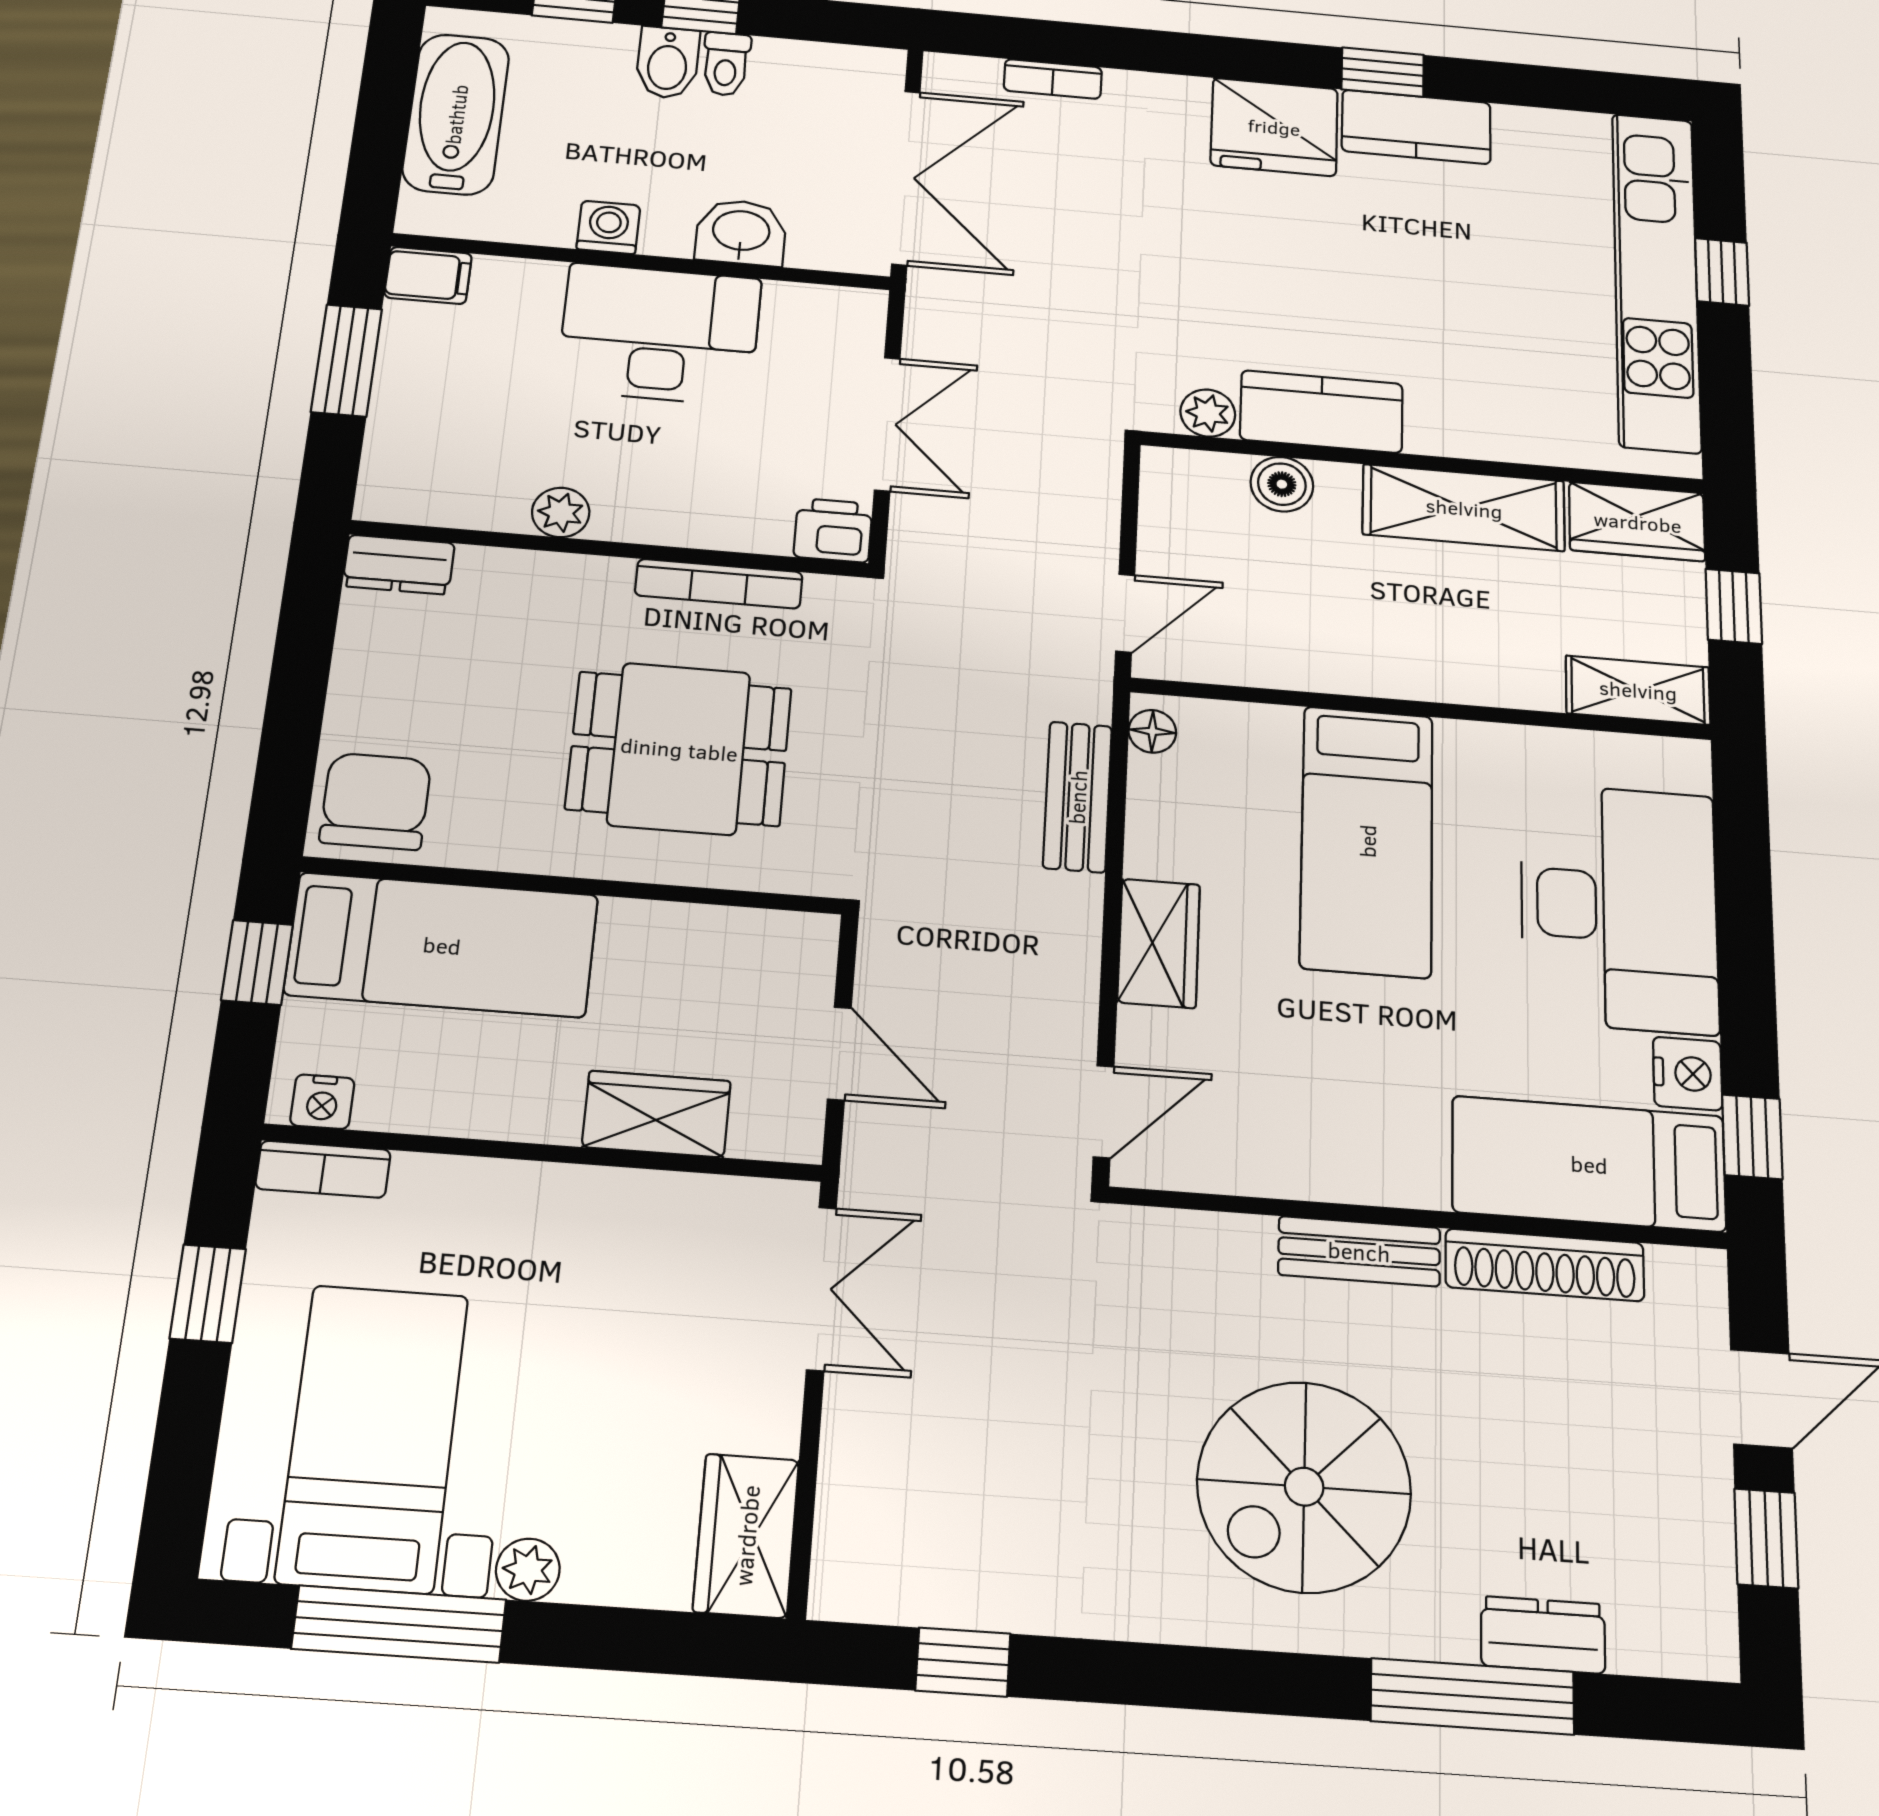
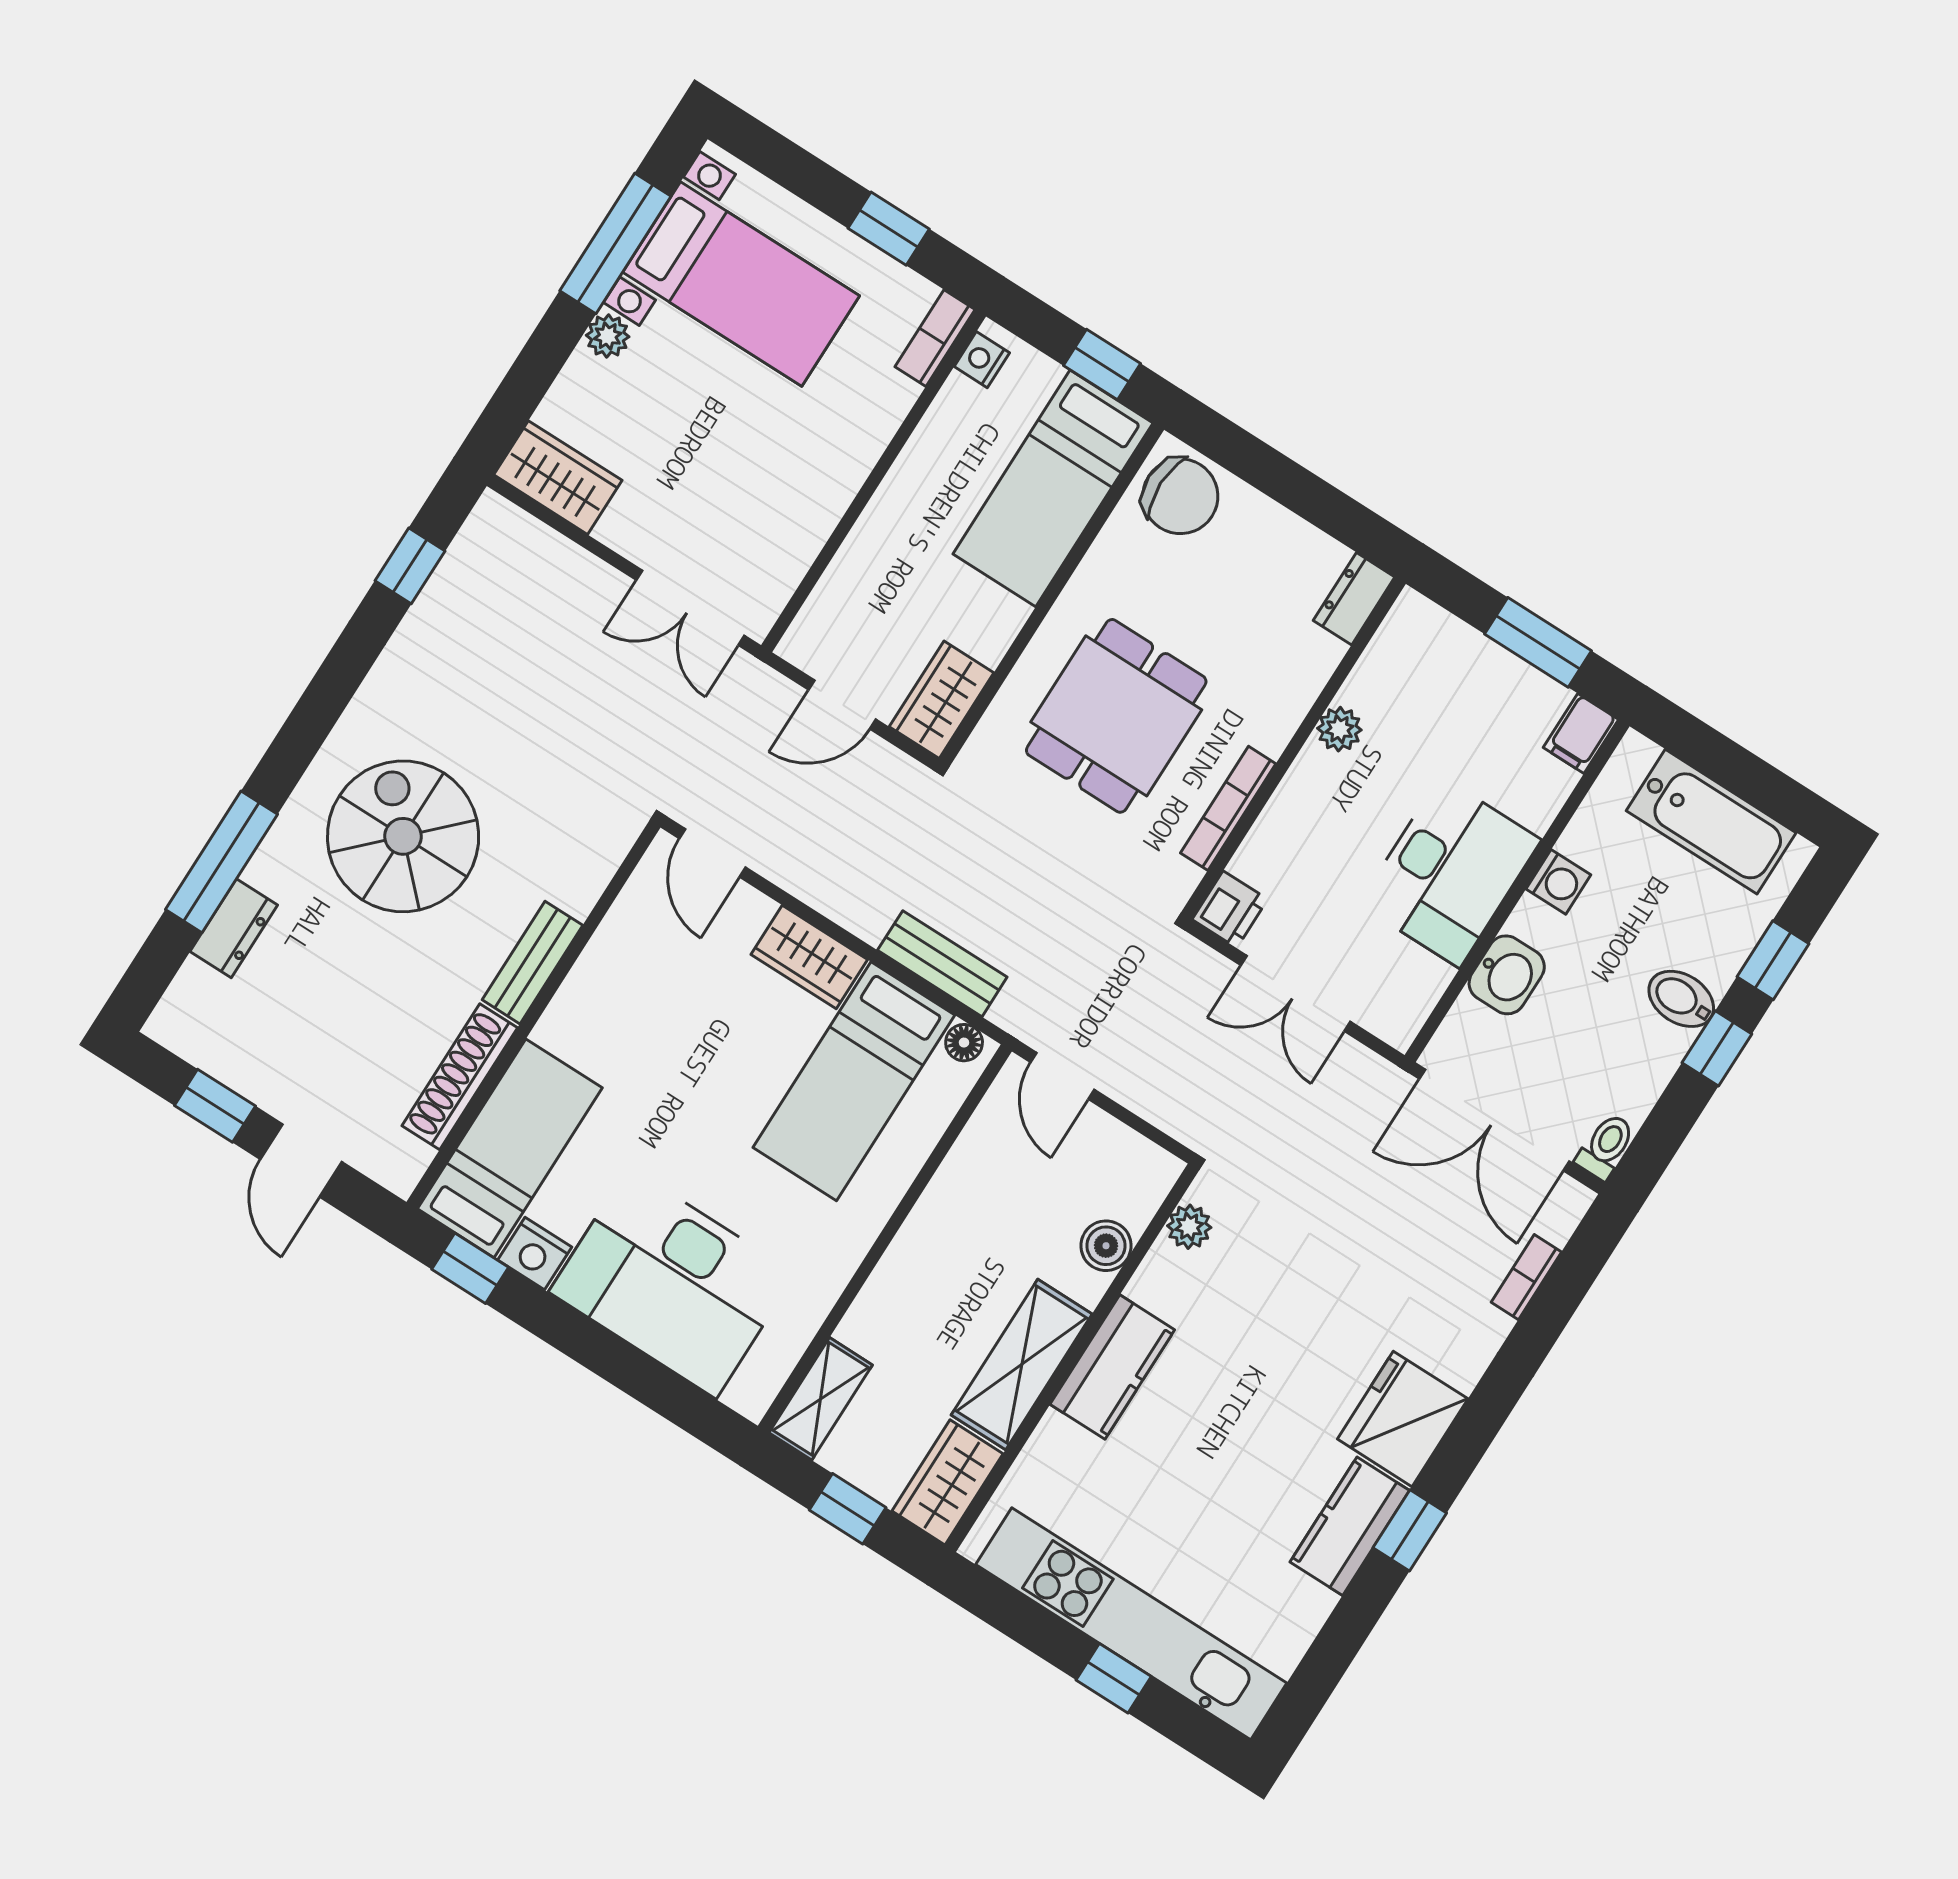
toilet: (726, 64) -> (1606, 1146), moved, turned 90
kitchen counter: (1322, 412) -> (1112, 1367), moved
bed: (1367, 841) -> (854, 1081), moved, turned -90
wardrobe: (656, 1114) -> (942, 700), moved, turned 180

